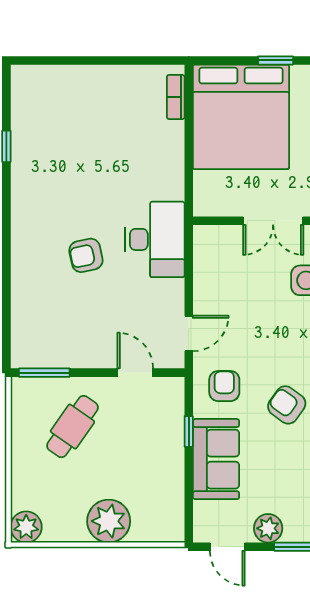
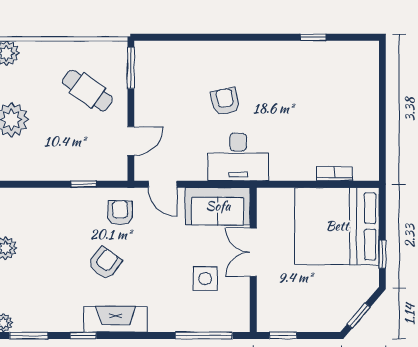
bookcase: (176, 97) -> (335, 174), moved
armchair: (224, 386) -> (120, 213), turned -90
sofa: (216, 459) -> (218, 206), moved

